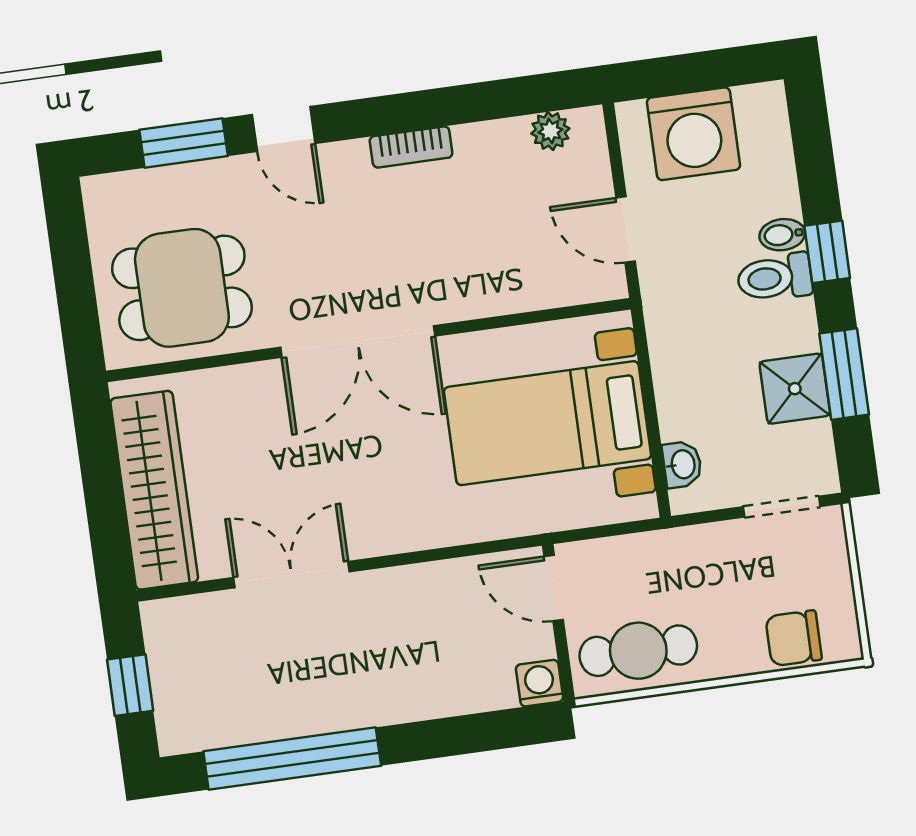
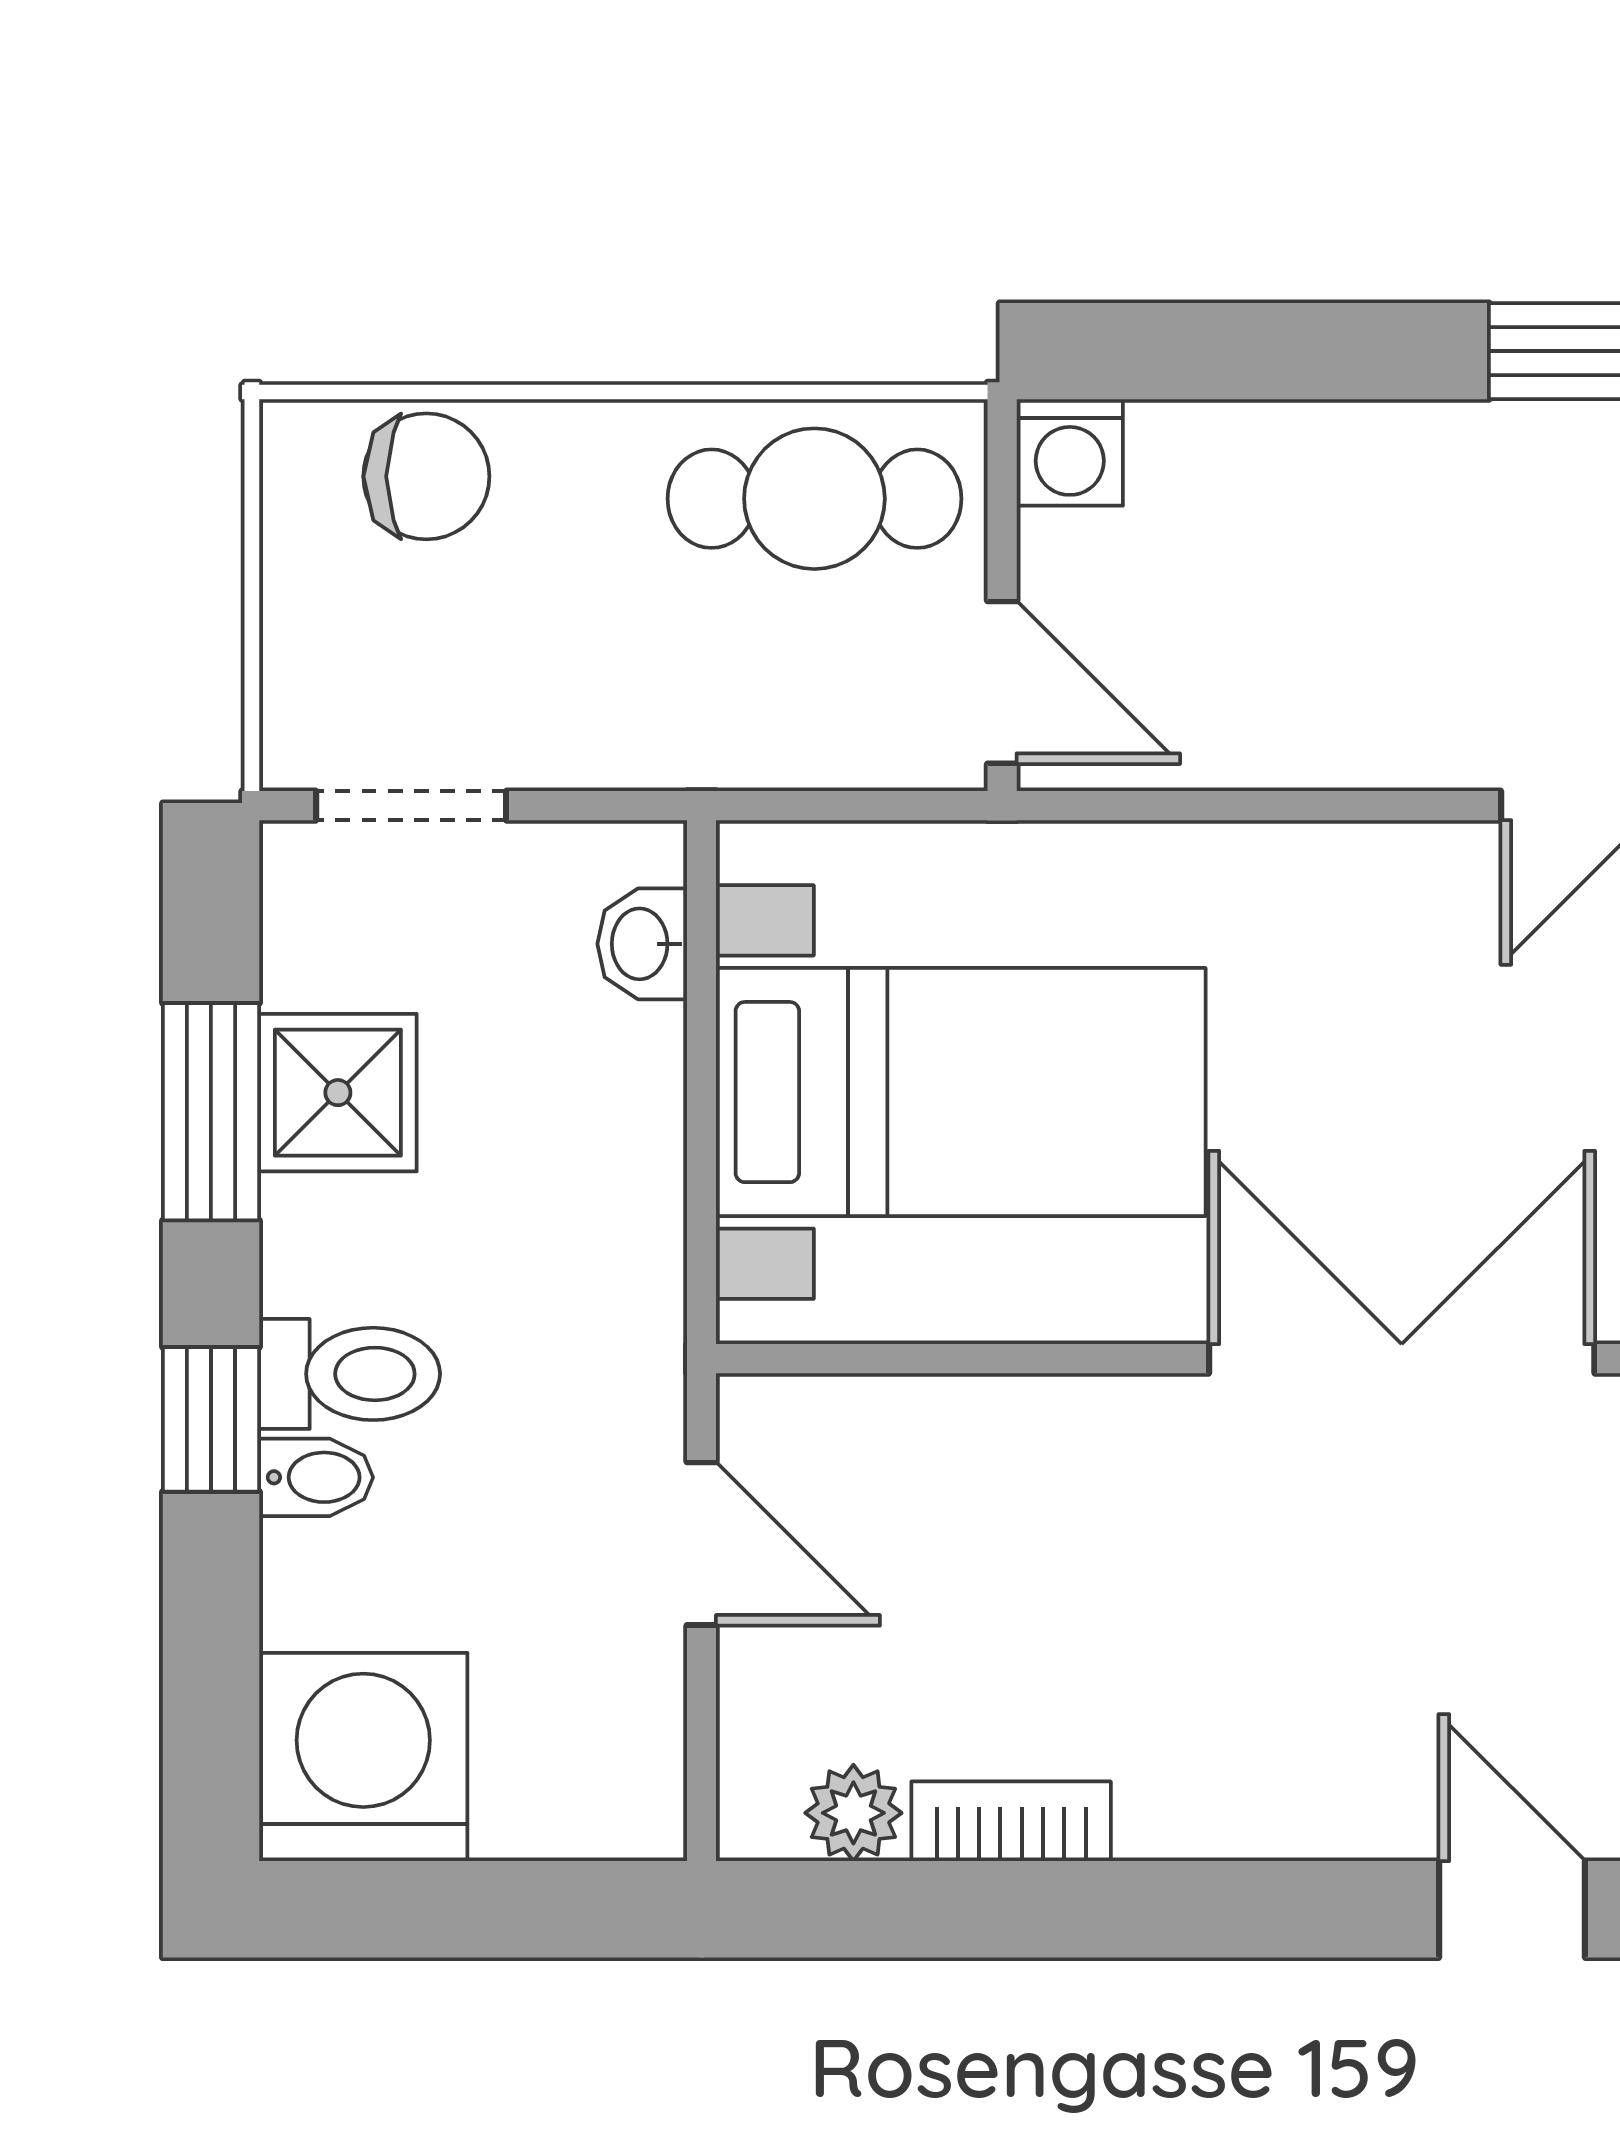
washing machine: (693, 134) -> (363, 1757), moved
bookcase: (411, 147) -> (1011, 1821), moved

